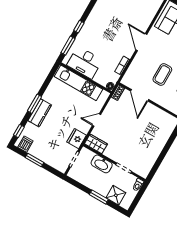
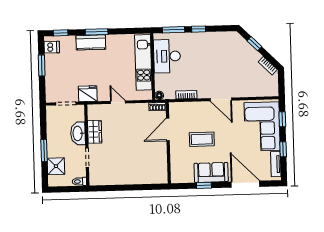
door: (141, 42) -> (221, 99), swing flipped
wardrobe: (96, 144) -> (95, 132), moved

